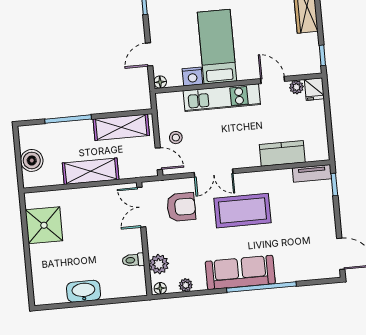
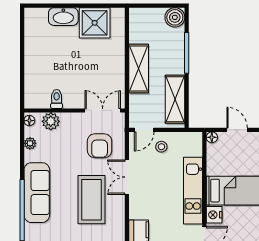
nightstand: (192, 76) -> (214, 215), moved
boiler: (32, 160) -> (175, 17), moved
washbasin: (84, 291) -> (63, 17), moved, turned 90

